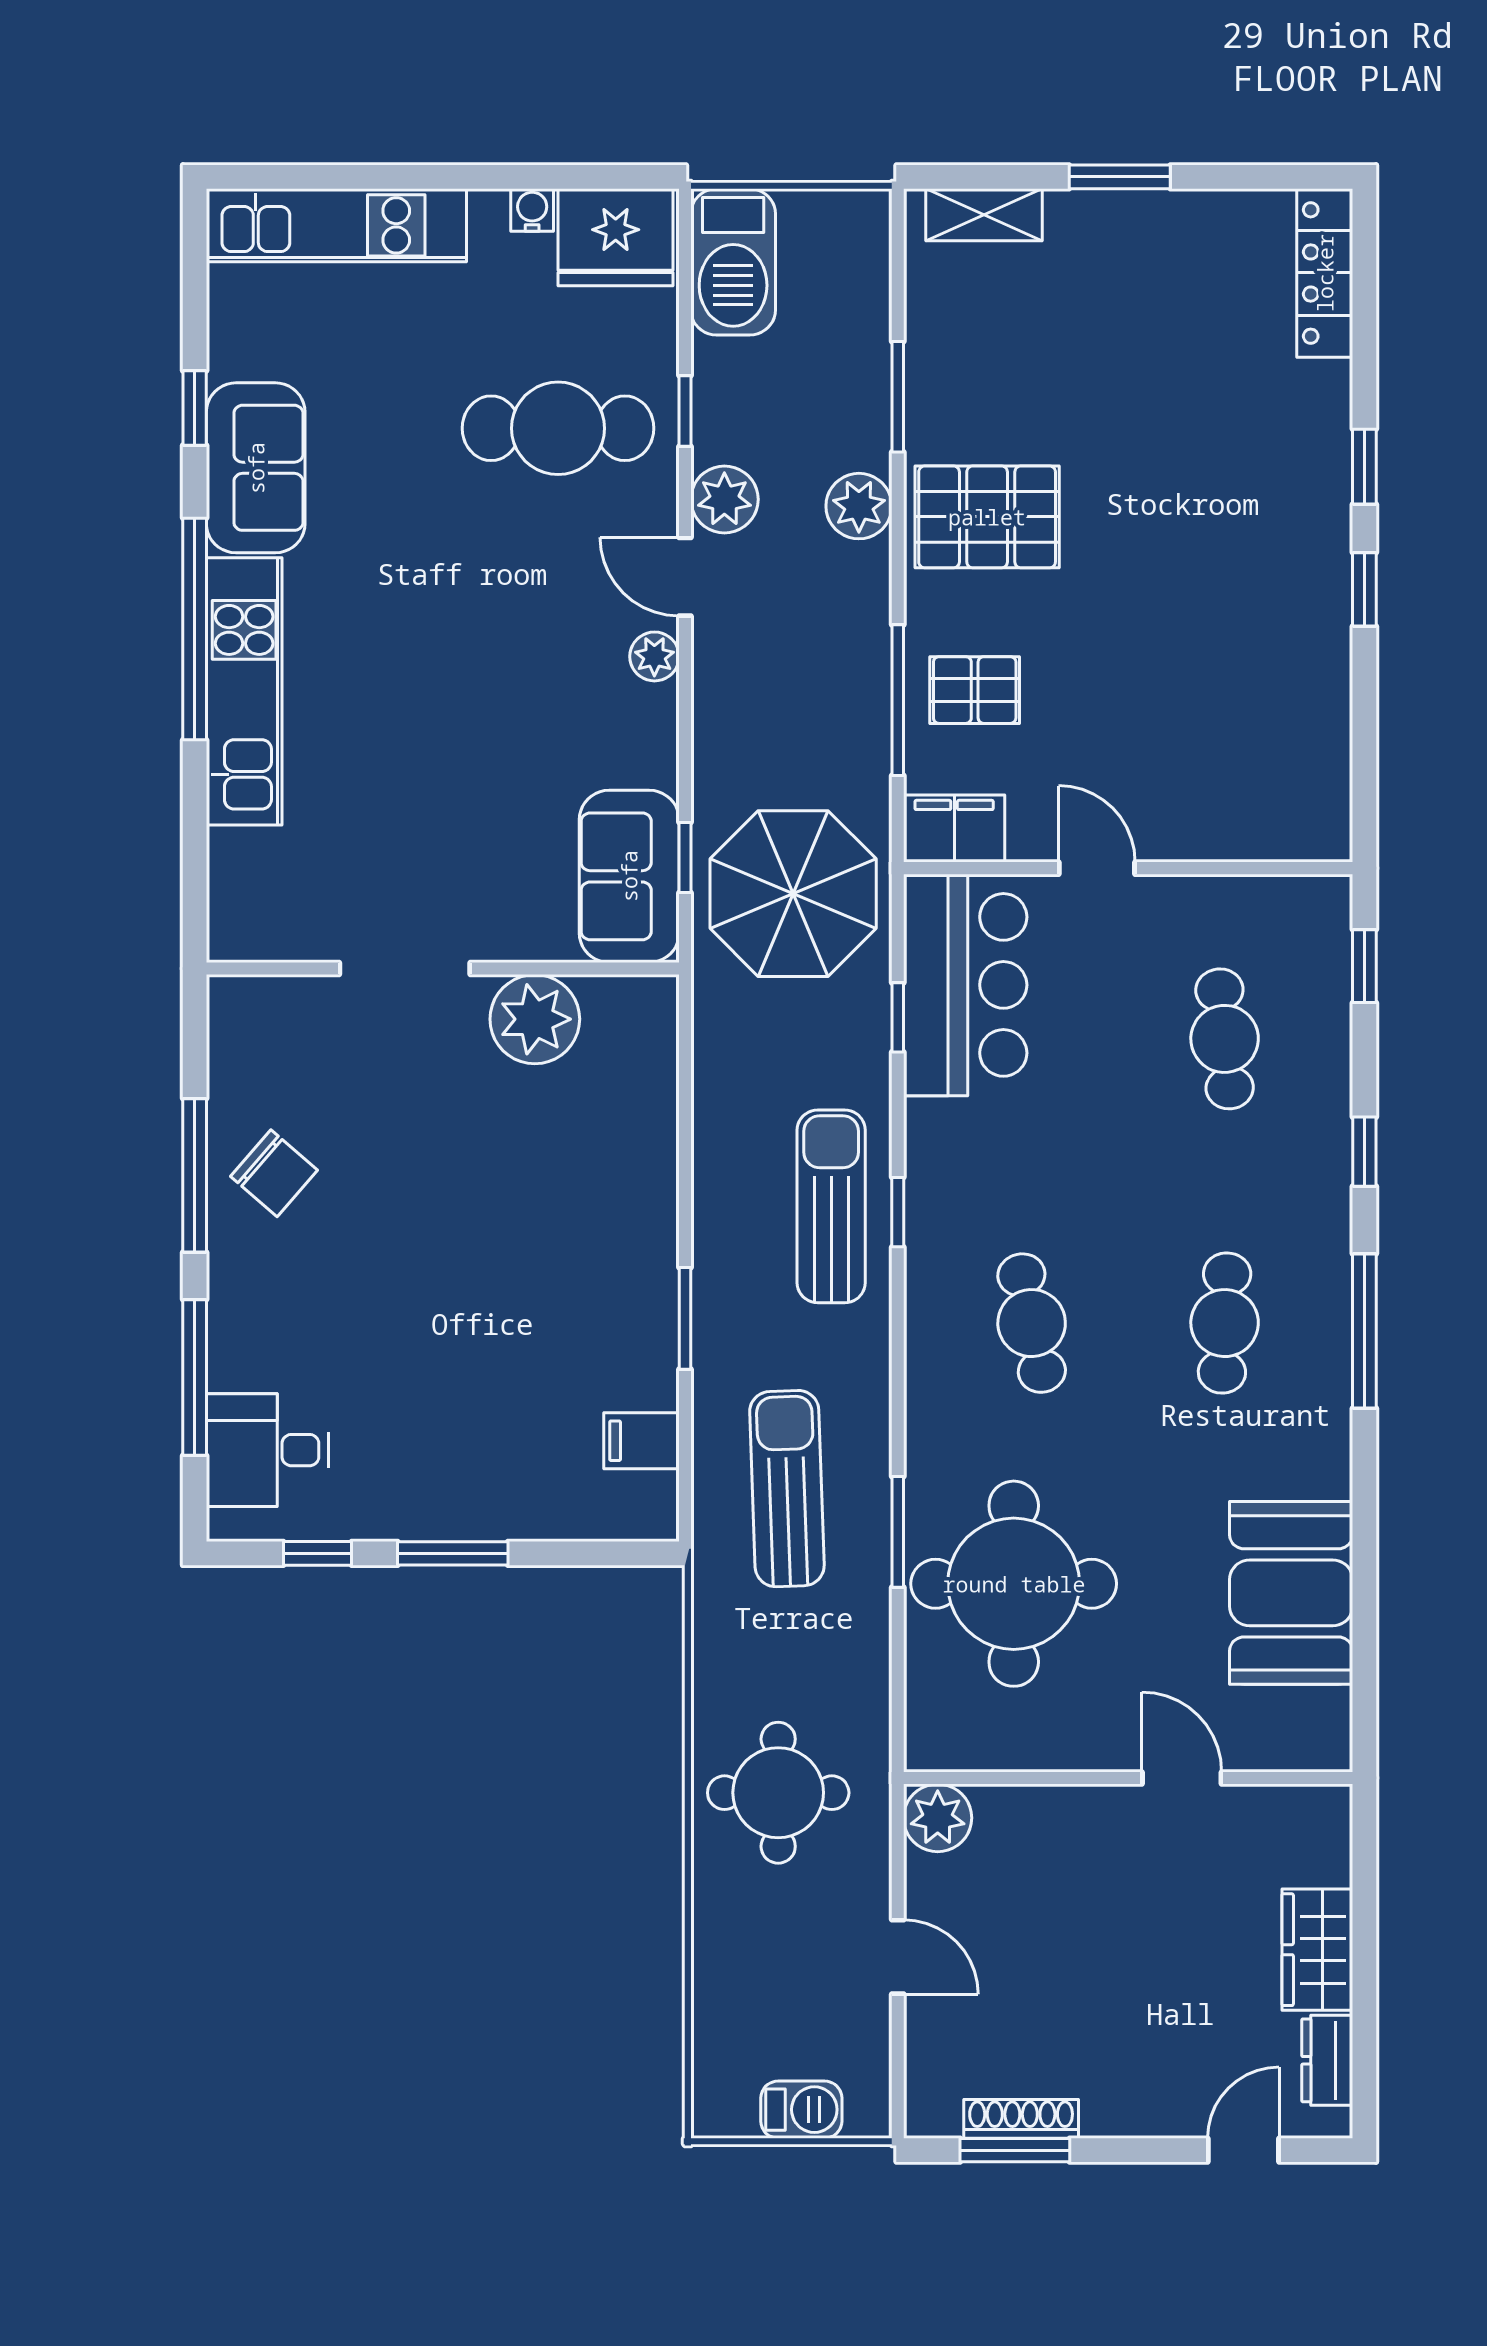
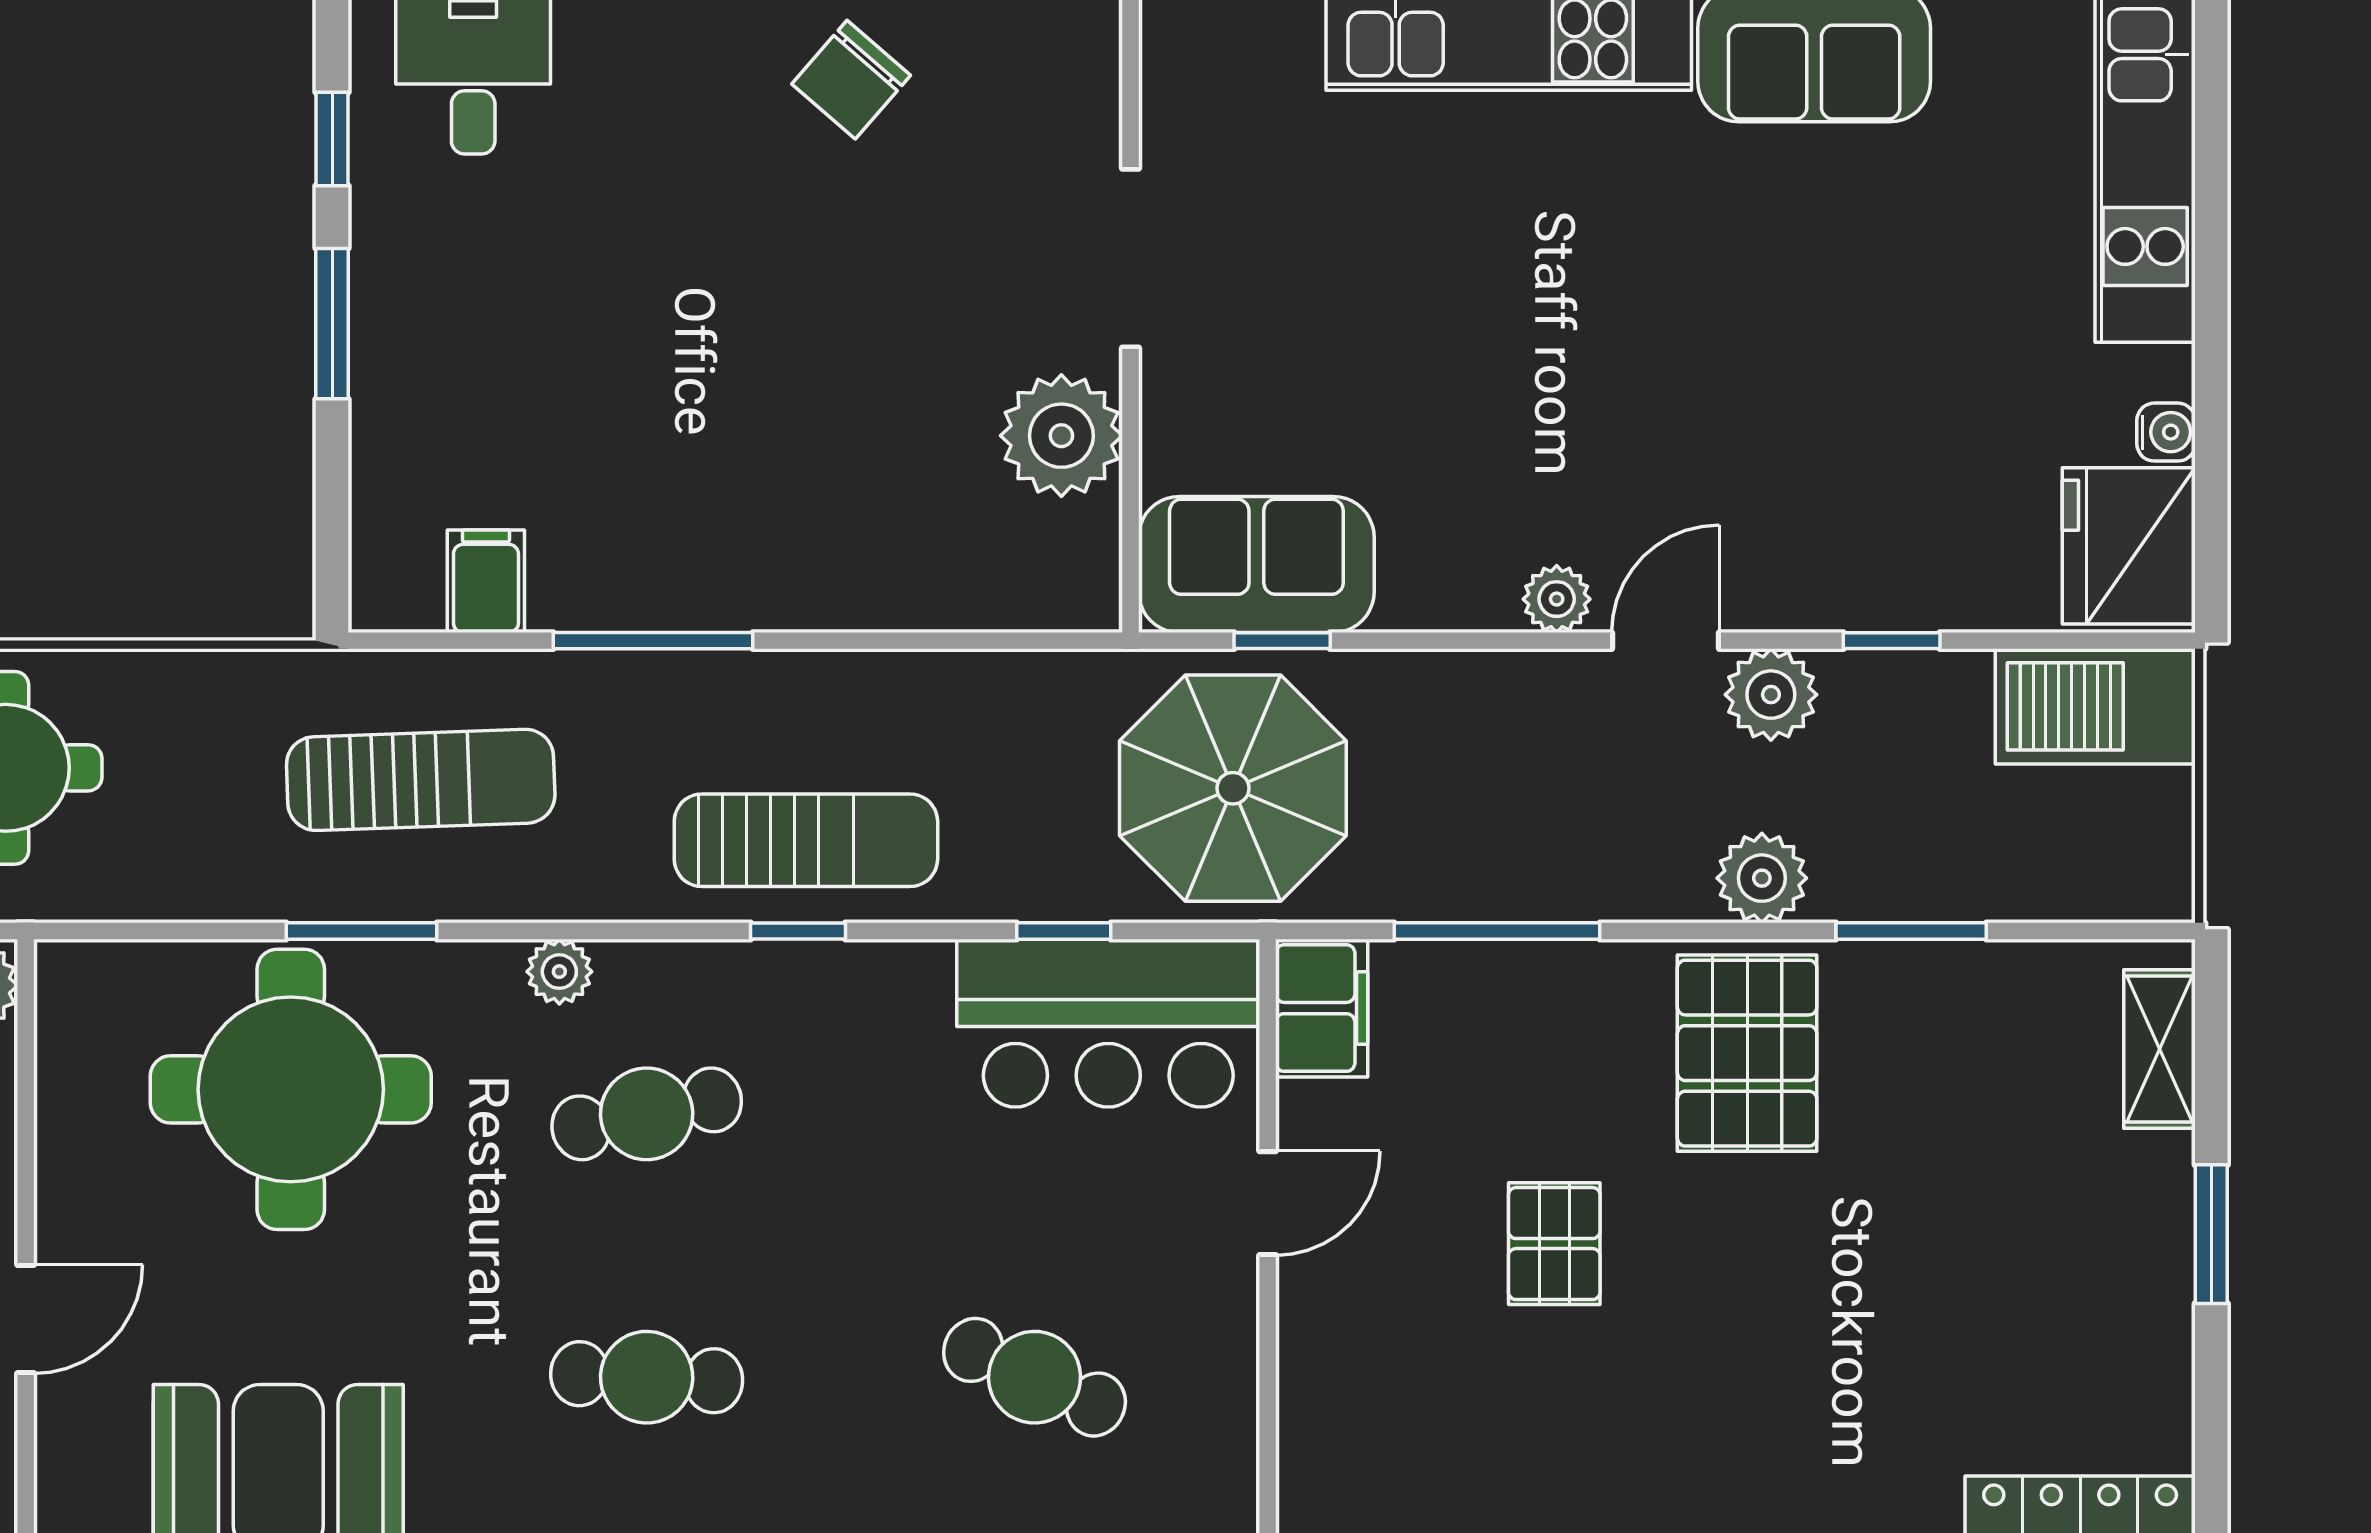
cafe table: (558, 428) -> (1868, 467), removed
pallet: (975, 690) -> (1554, 1244), moved
cafe table: (1225, 1039) -> (1035, 1377), turned 30
window: (685, 1318) -> (653, 641), width x1.44
plant: (927, 1387) -> (559, 972), added

